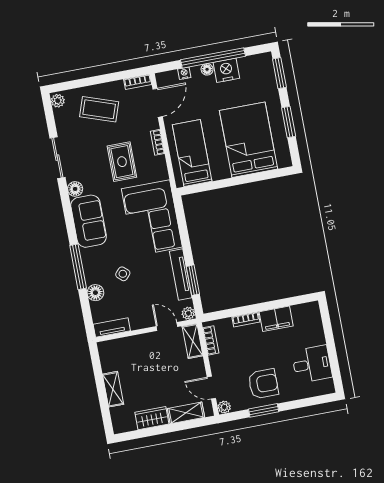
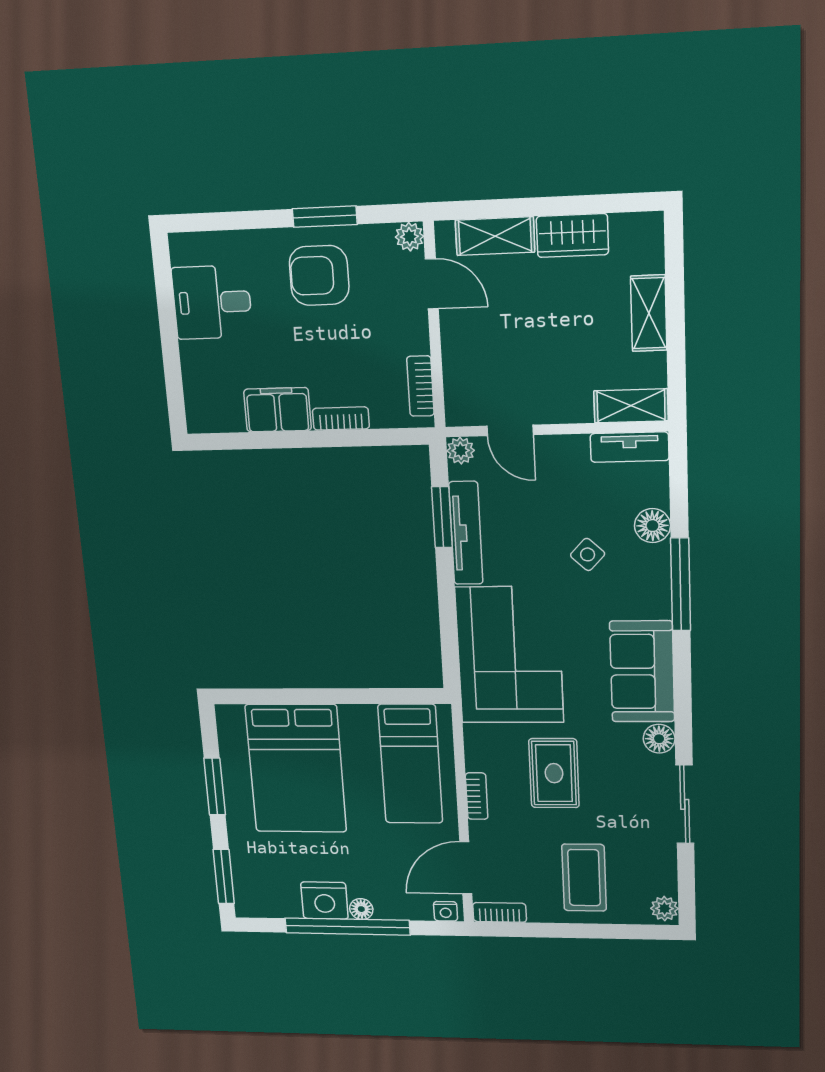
nightstand: (184, 73) -> (446, 911), moved
coffee table: (99, 109) -> (584, 878), turned 71
shelving: (193, 341) -> (631, 406), moved, turned 90

